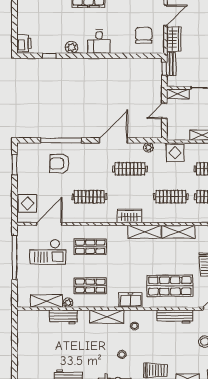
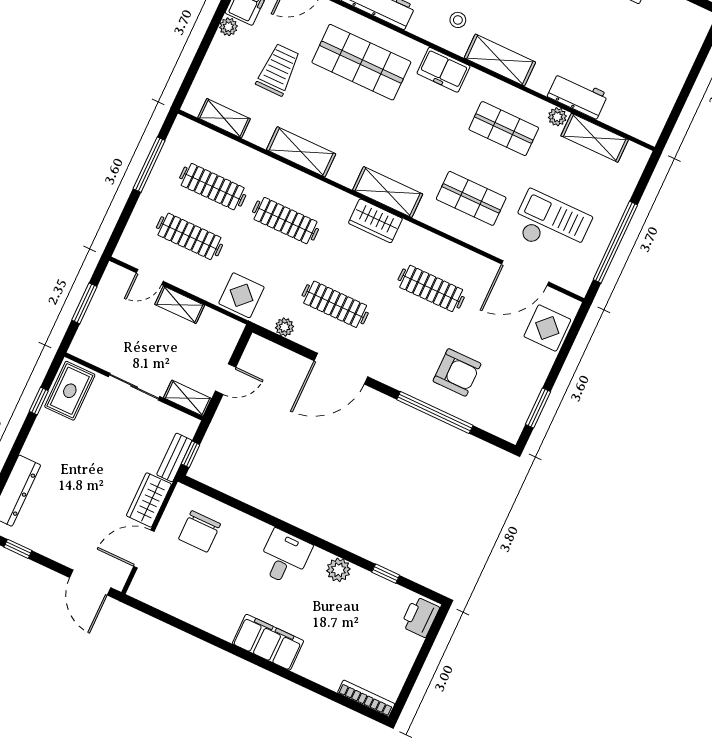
shelving: (144, 232) -> (388, 192), moved

